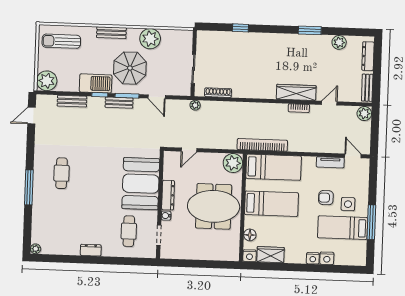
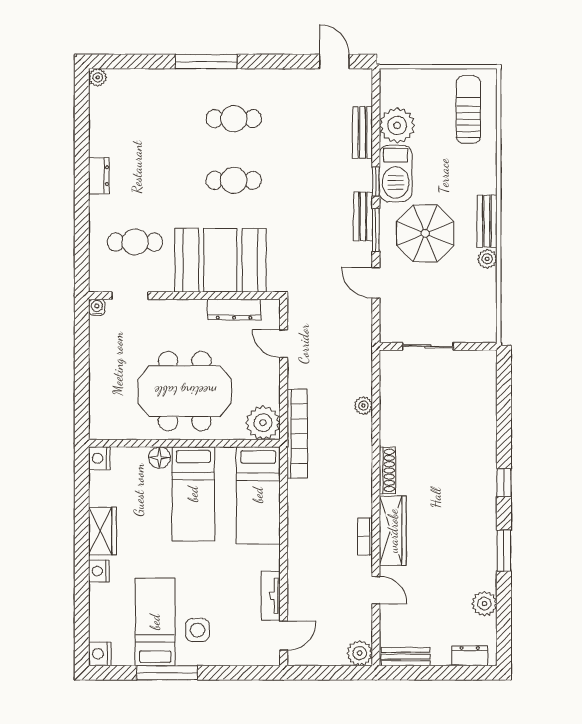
window: (240, 28) -> (504, 483), moved
bench: (111, 33) -> (487, 221), moved
plant: (150, 39) -> (487, 259), width x0.53, depth x0.53
dresser: (368, 56) -> (470, 656), width x0.70
plant: (47, 81) -> (397, 125), moved
shoe rack: (218, 93) -> (387, 470), moved
door: (157, 97) -> (376, 283), hinge flipped
plant: (195, 105) -> (363, 406), moved
bookcase: (262, 145) -> (297, 434), moved
cafe table: (96, 174) -> (234, 180), added
dresser: (168, 195) -> (234, 309), moved
armchair: (326, 198) -> (207, 590), removed
meeting table: (214, 206) -> (185, 391), turned 90
water cooler: (166, 216) -> (97, 307), moved
floor lamp: (250, 235) -> (159, 457), moved
wardrobe: (271, 255) -> (103, 531), moved
nightstand: (327, 258) -> (100, 654), moved

